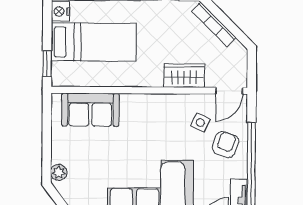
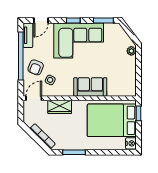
bed: (94, 42) -> (112, 120), width x1.50
sofa: (90, 110) -> (90, 87), moved

